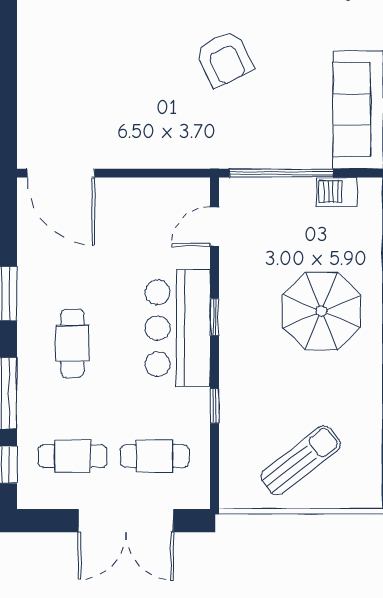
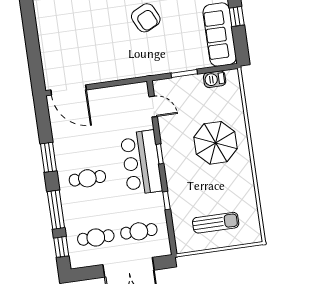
window: (281, 173) -> (184, 74), width x0.47
door: (215, 227) -> (153, 107), swing flipped
cafe table: (72, 343) -> (87, 178), turned 90
sun lounger: (301, 460) -> (216, 223), turned 38

